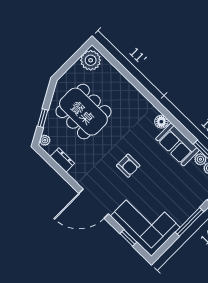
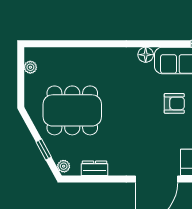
plant: (91, 60) -> (30, 67), width x0.53, depth x0.53
armchair: (128, 166) -> (174, 103), moved

